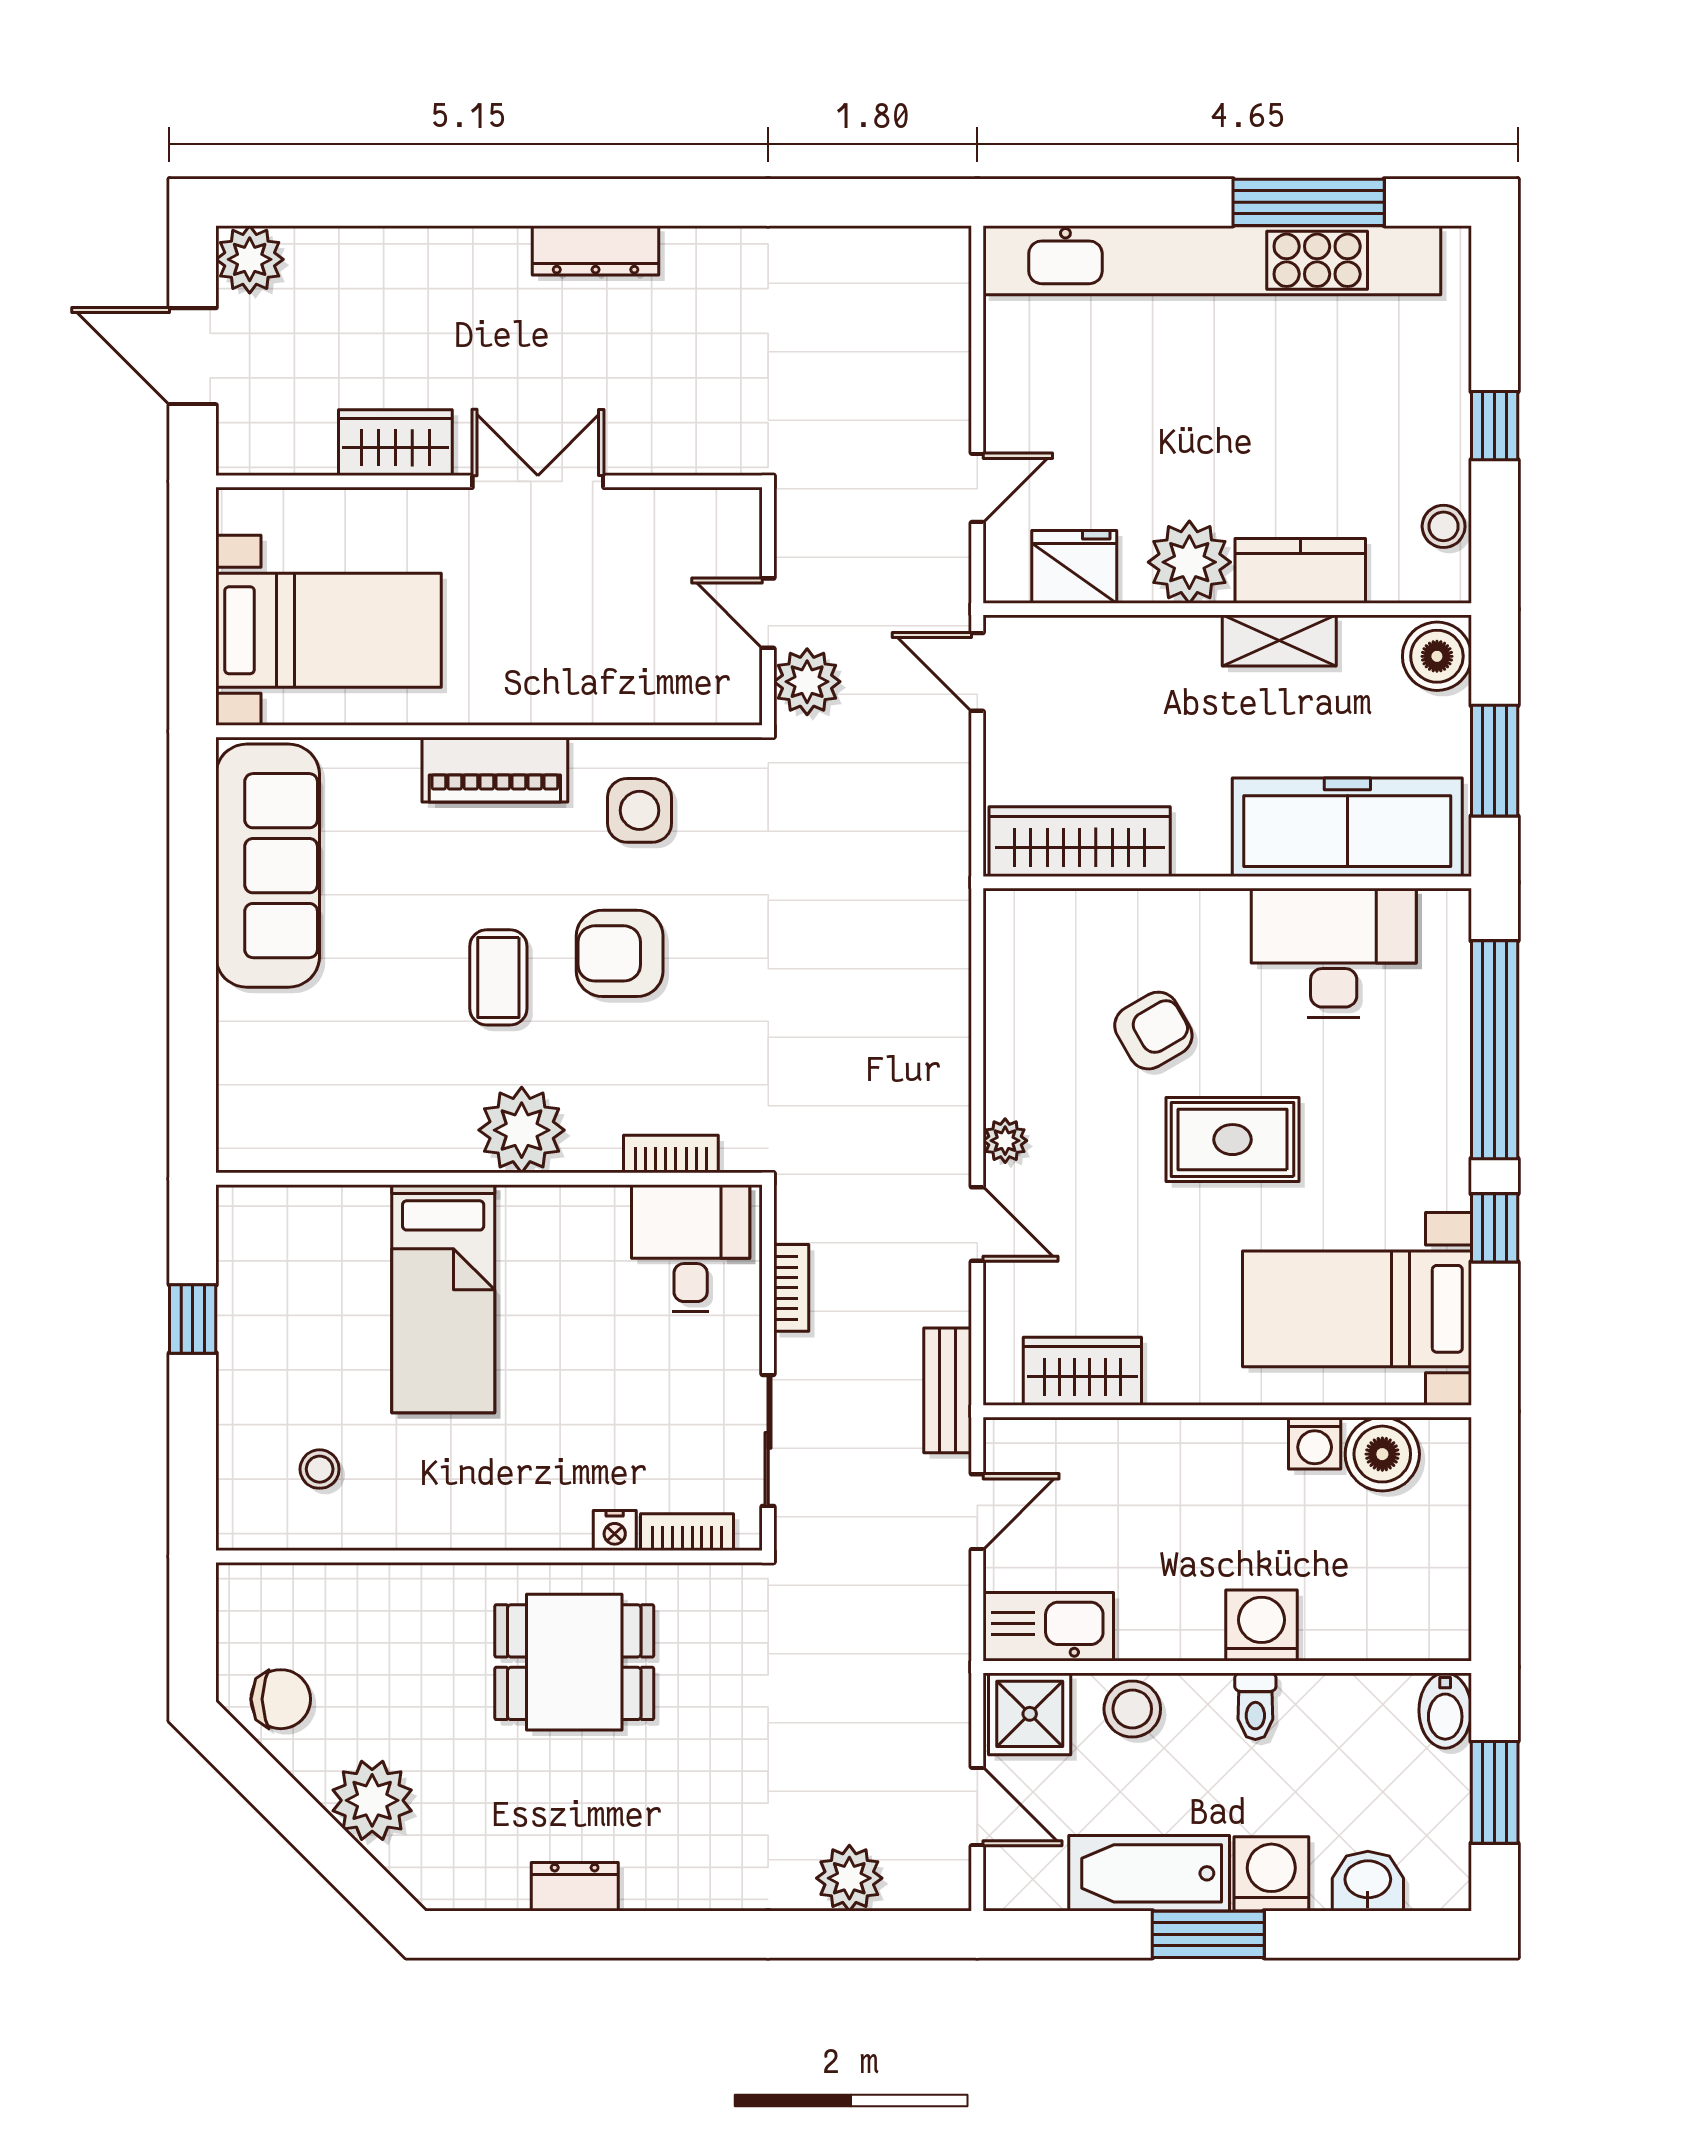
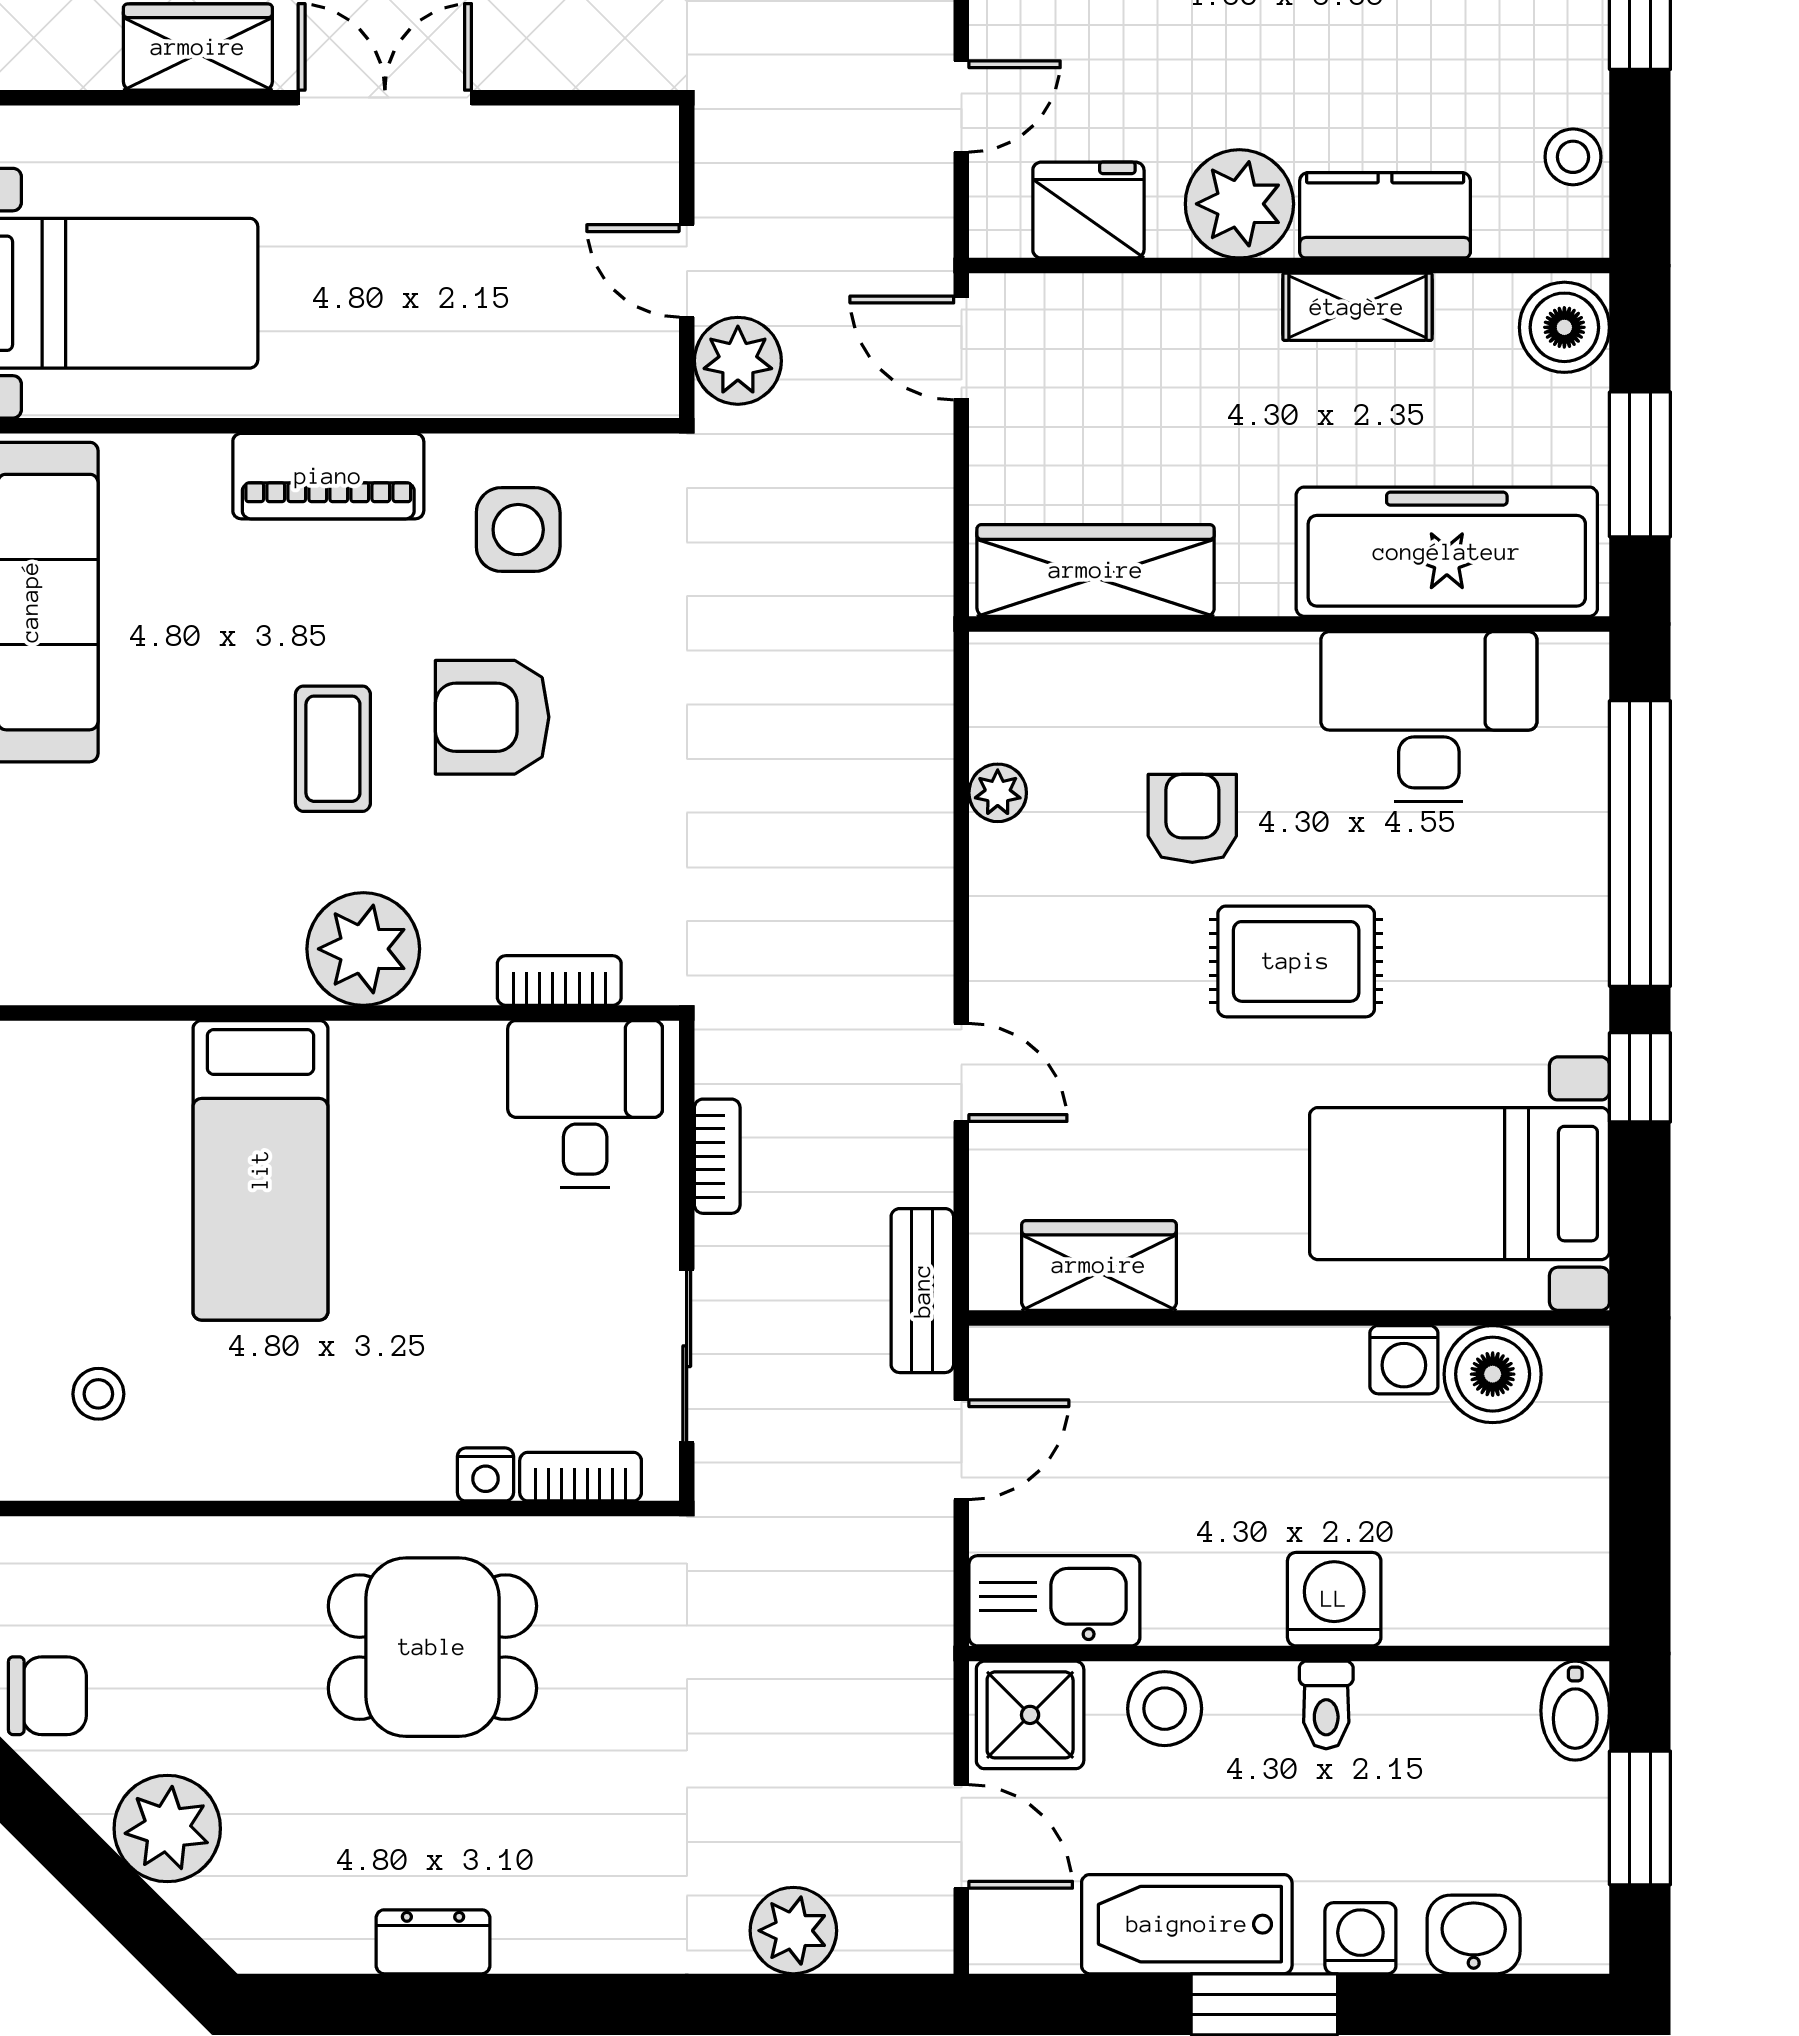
armchair: (1153, 1031) -> (1192, 818), turned -60
plant: (1005, 1141) -> (998, 793), moved
washing machine: (1271, 1874) -> (1360, 1938), width x0.73, depth x0.73

